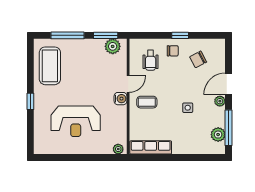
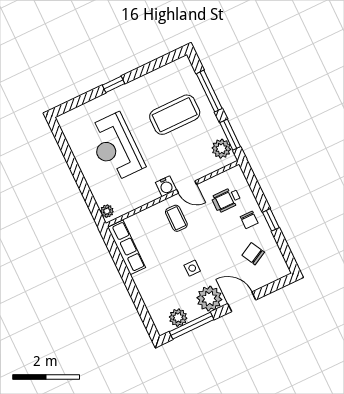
coffee table: (50, 66) -> (175, 115), moved
plant: (220, 101) -> (209, 299), width x1.87, depth x1.87

